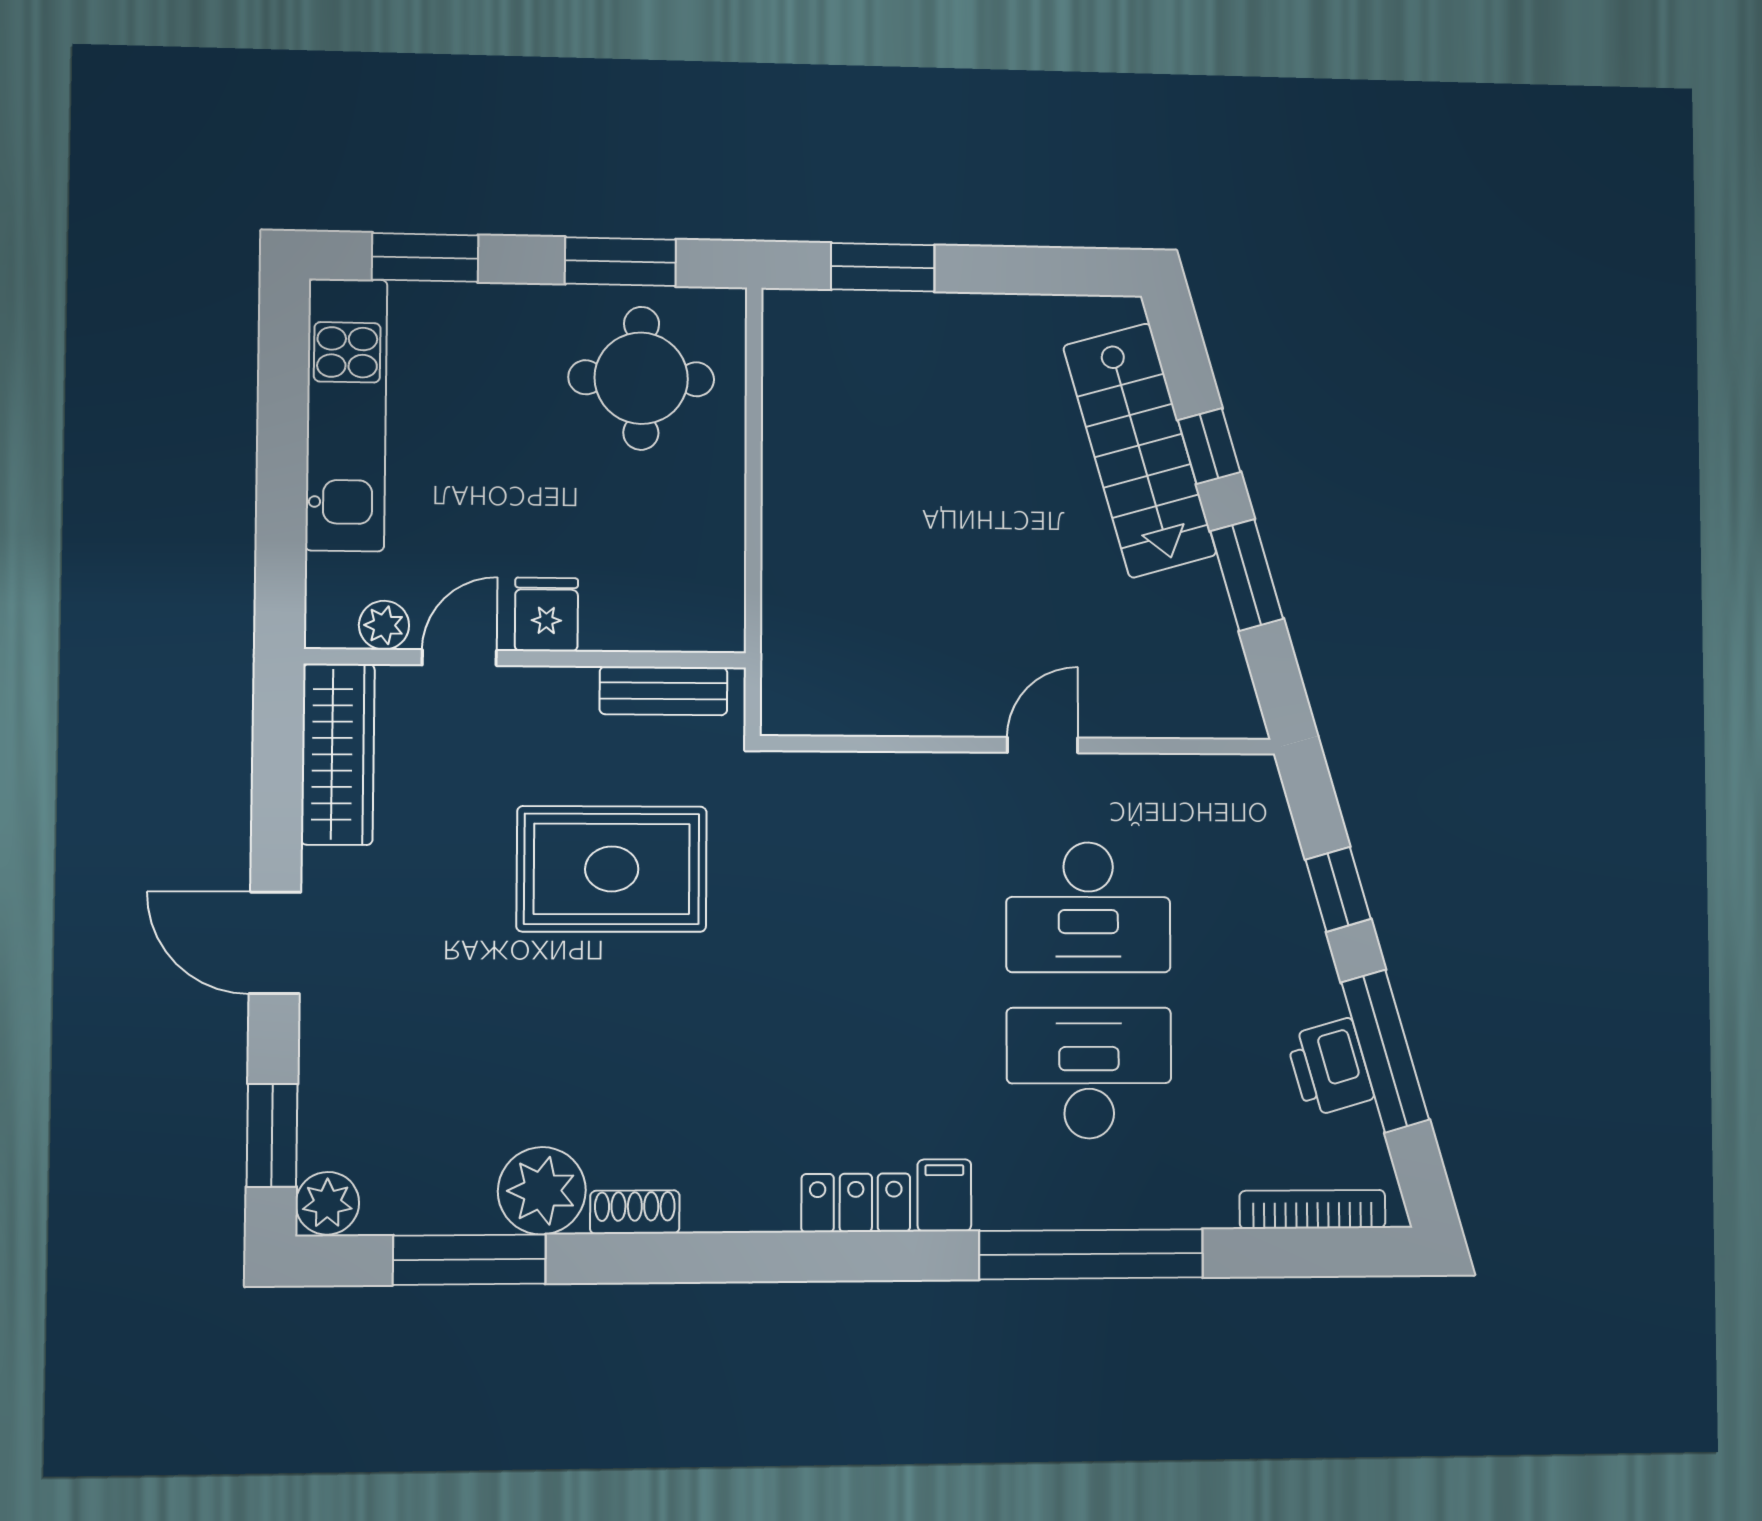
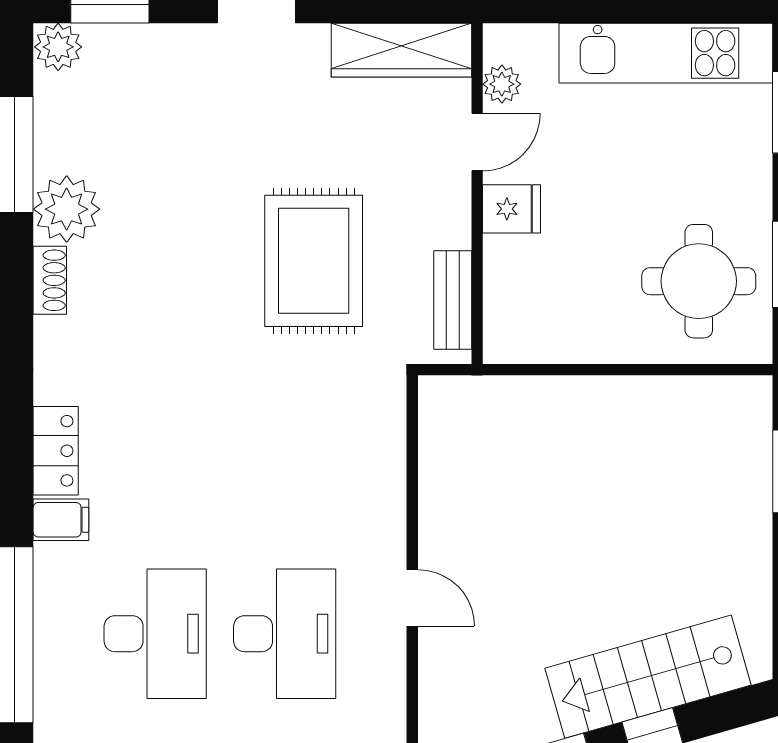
door: (459, 658) -> (477, 142), hinge flipped
desk: (1088, 907) -> (285, 634), turned 180

